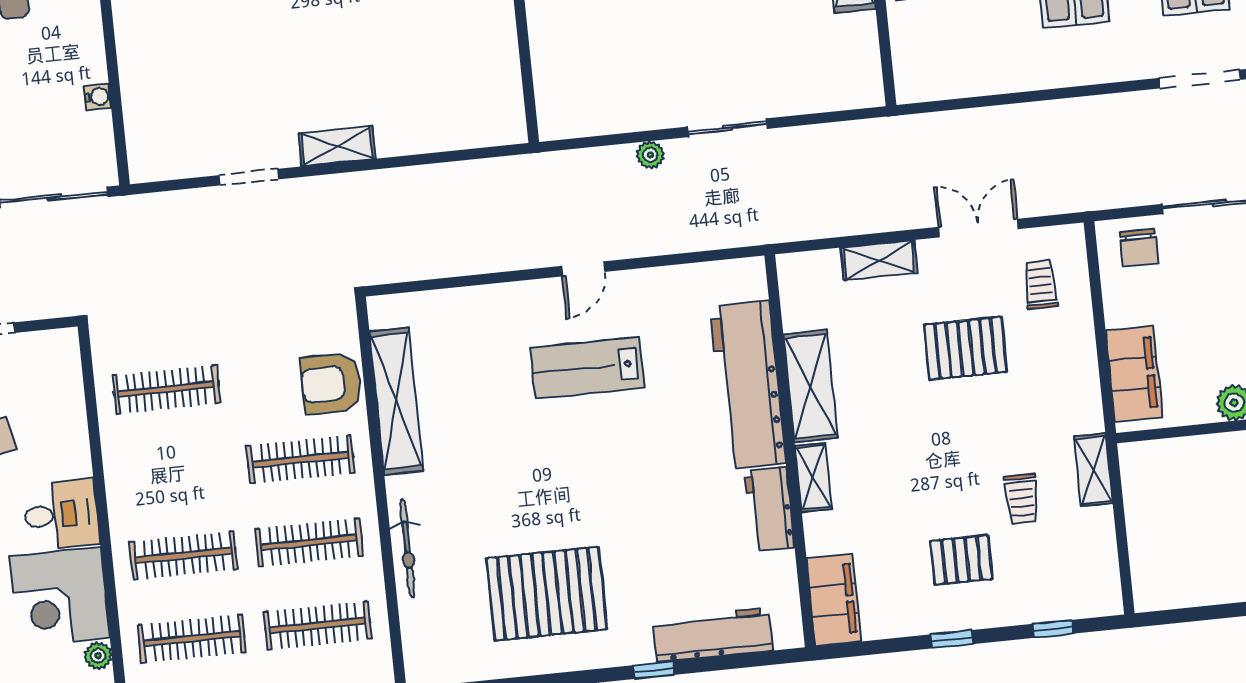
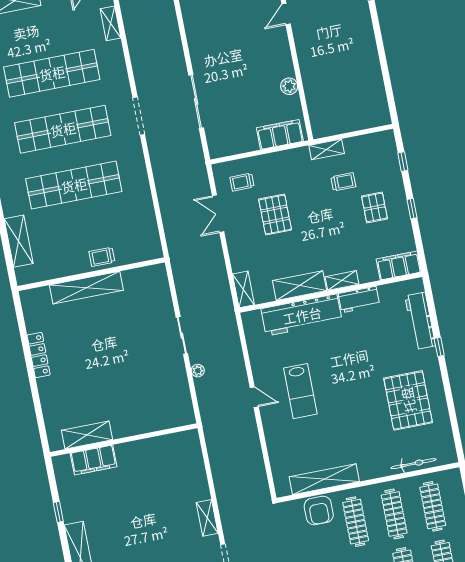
chair: (1139, 248) -> (220, 137), removed
shelving: (879, 260) -> (243, 289), moved
bicycle: (407, 548) -> (413, 464), moved

